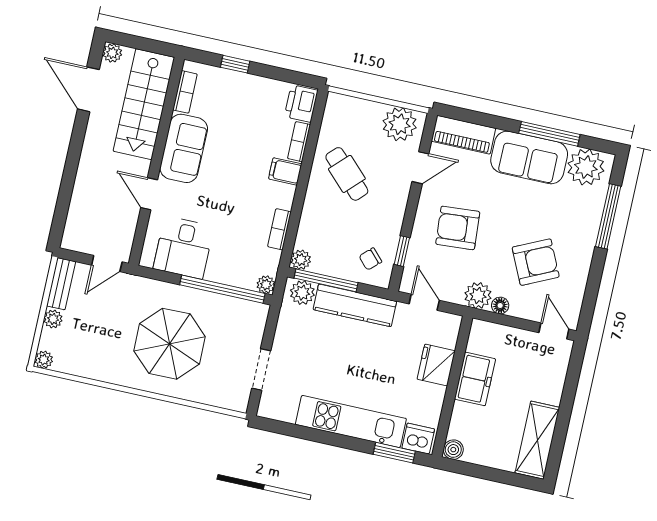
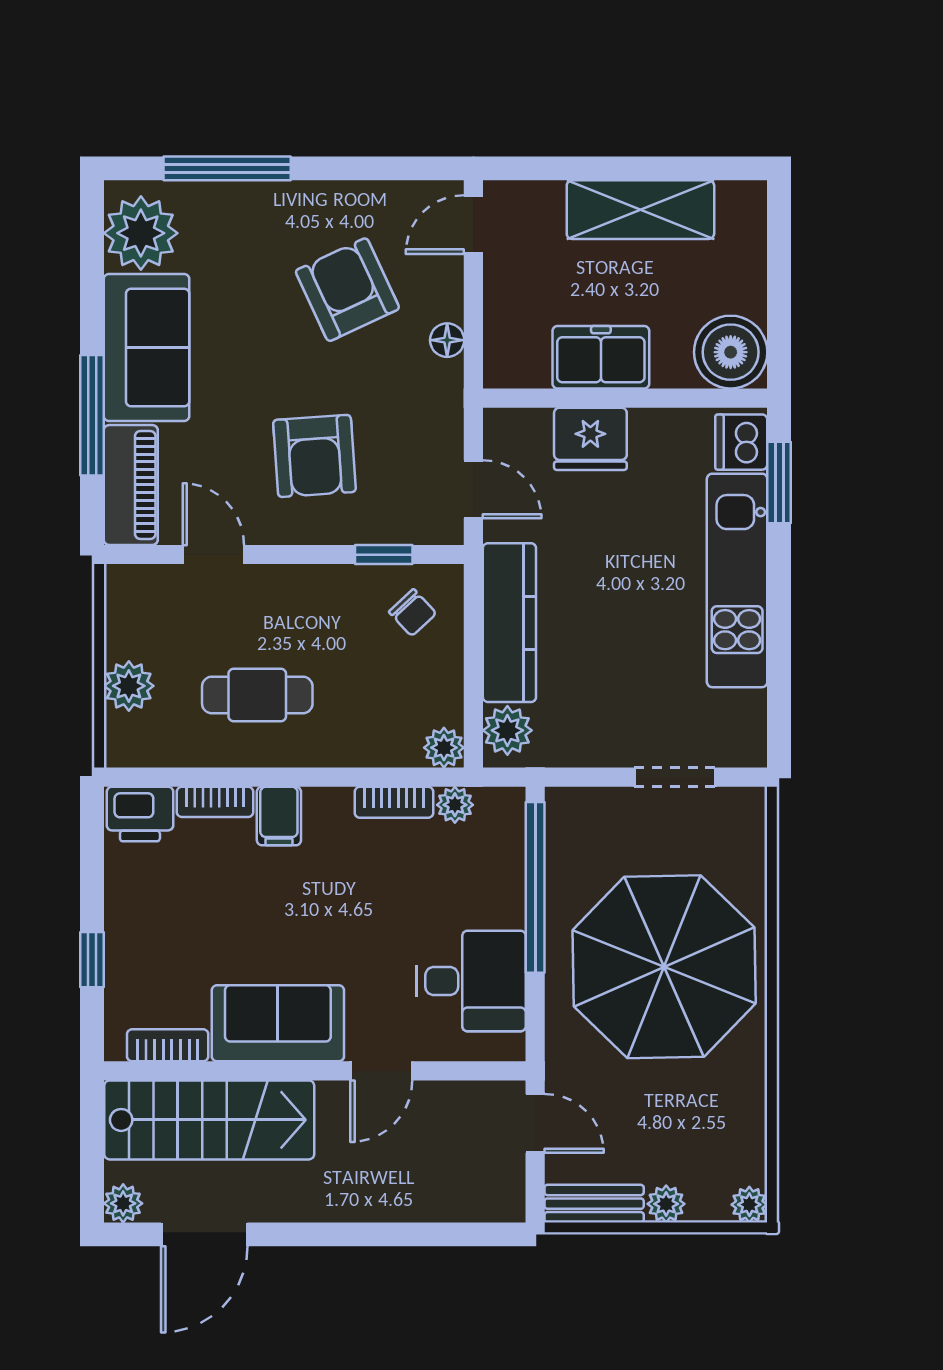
plant: (400, 124) -> (129, 686), moved, width x0.73, depth x0.73
window: (549, 134) -> (92, 415), moved
cafe table: (347, 174) -> (257, 695), turned 45
window: (326, 280) -> (473, 690), removed
plant: (266, 285) -> (455, 805), moved
plant: (478, 295) -> (437, 388), removed
door: (424, 302) -> (473, 489), swing flipped
parasol: (169, 344) -> (664, 967), width x1.36, depth x1.36
shelving: (537, 440) -> (640, 210), moved
boiler: (453, 450) -> (731, 352), width x1.86, depth x1.86

